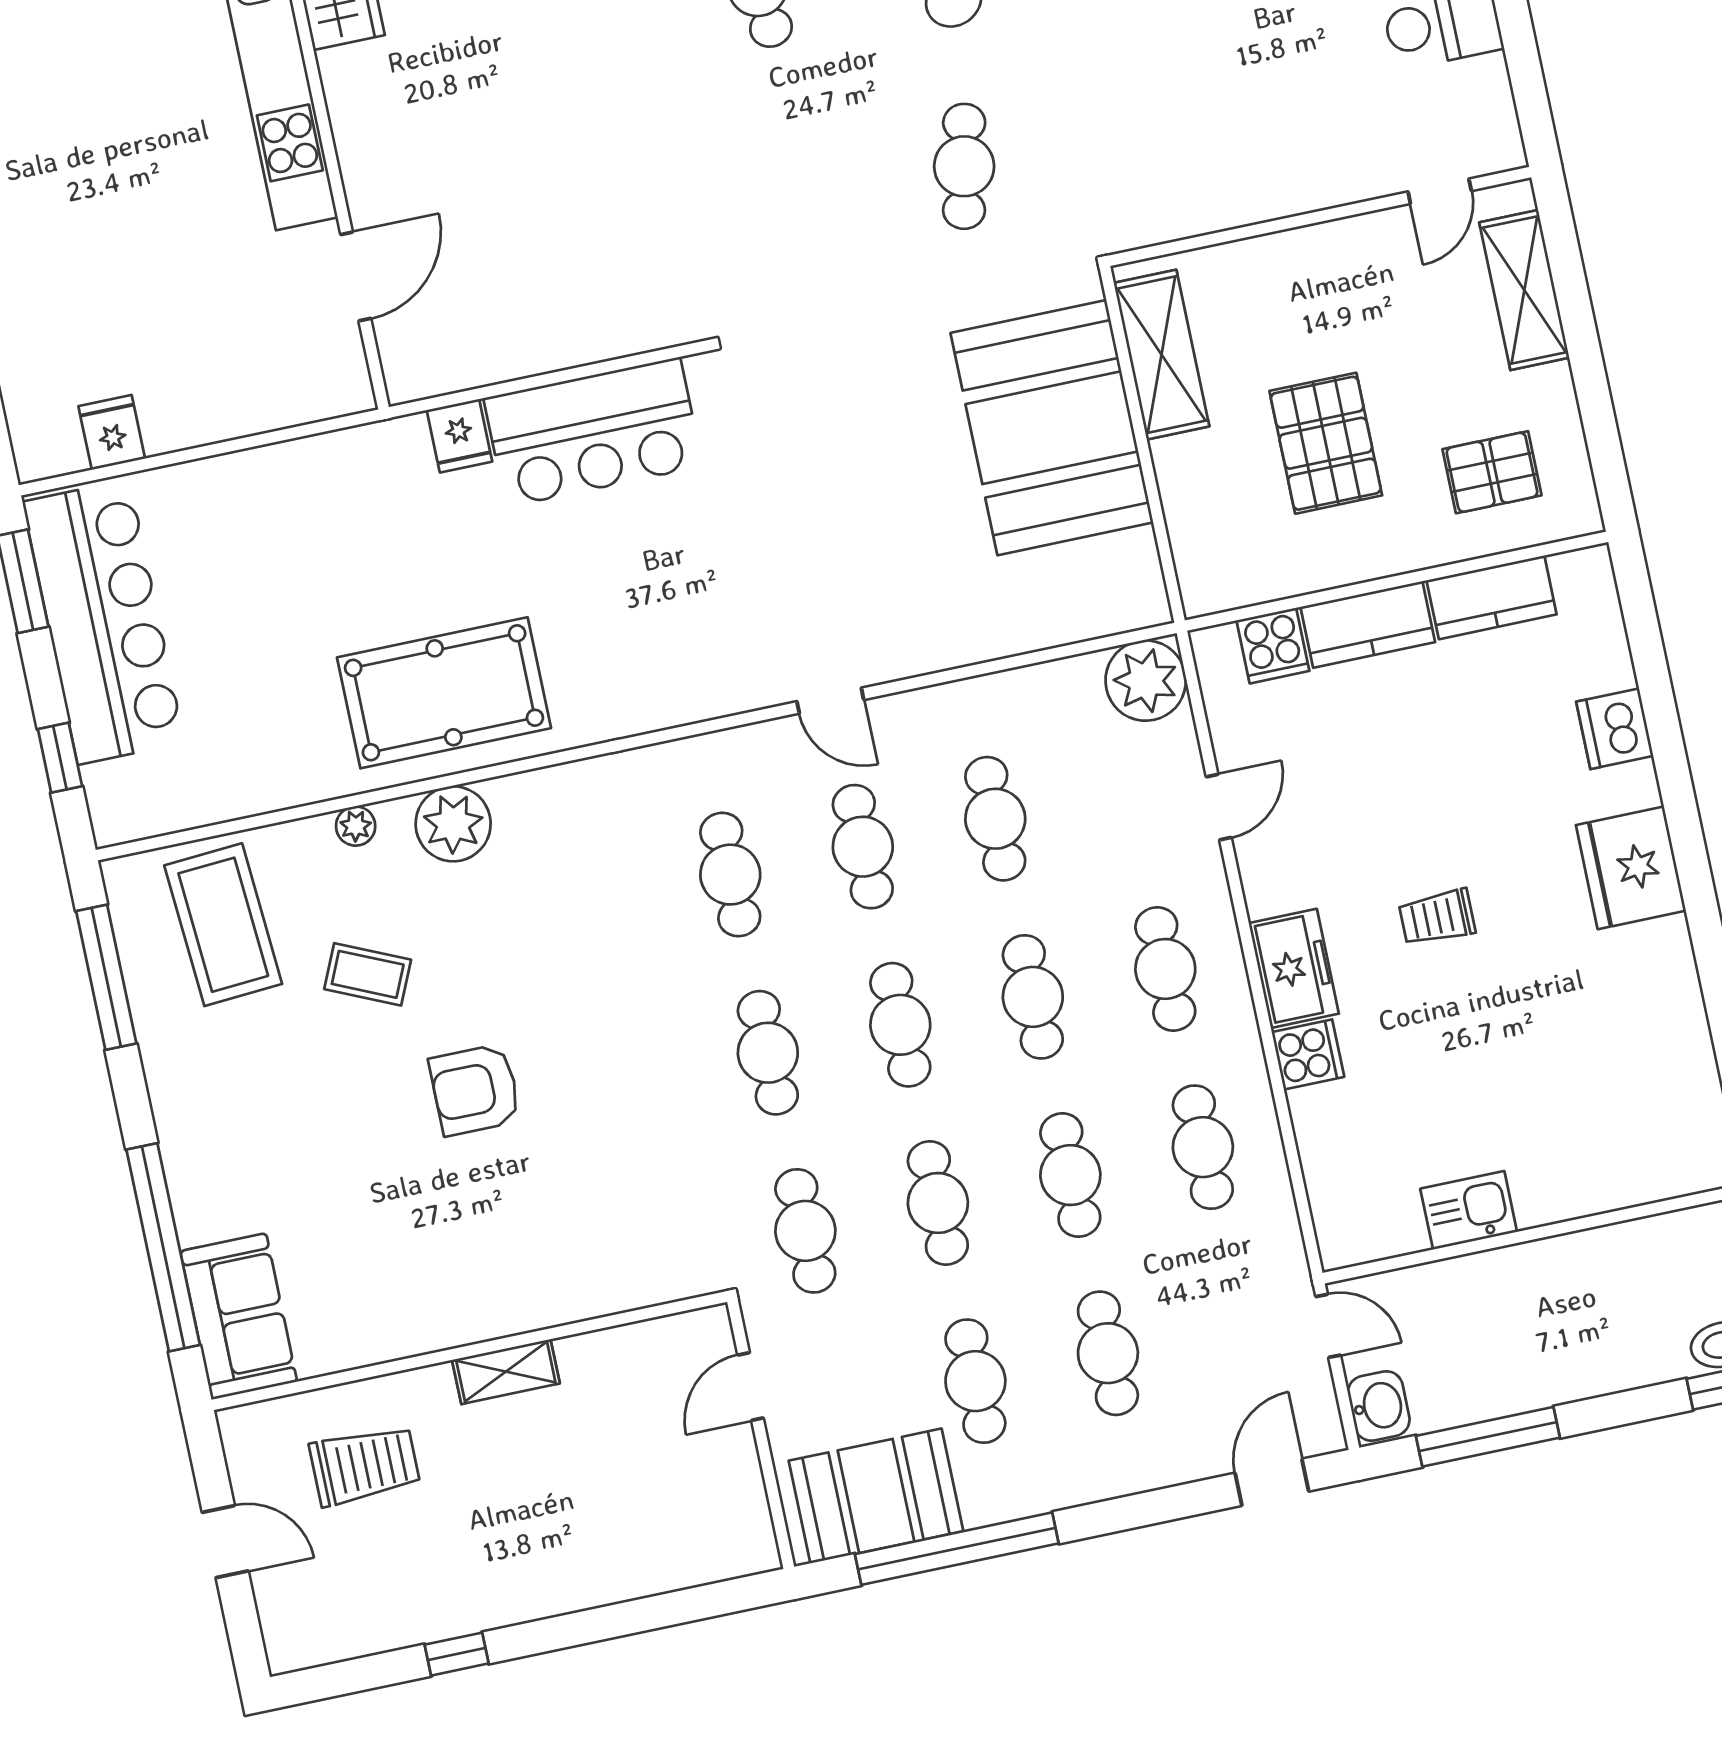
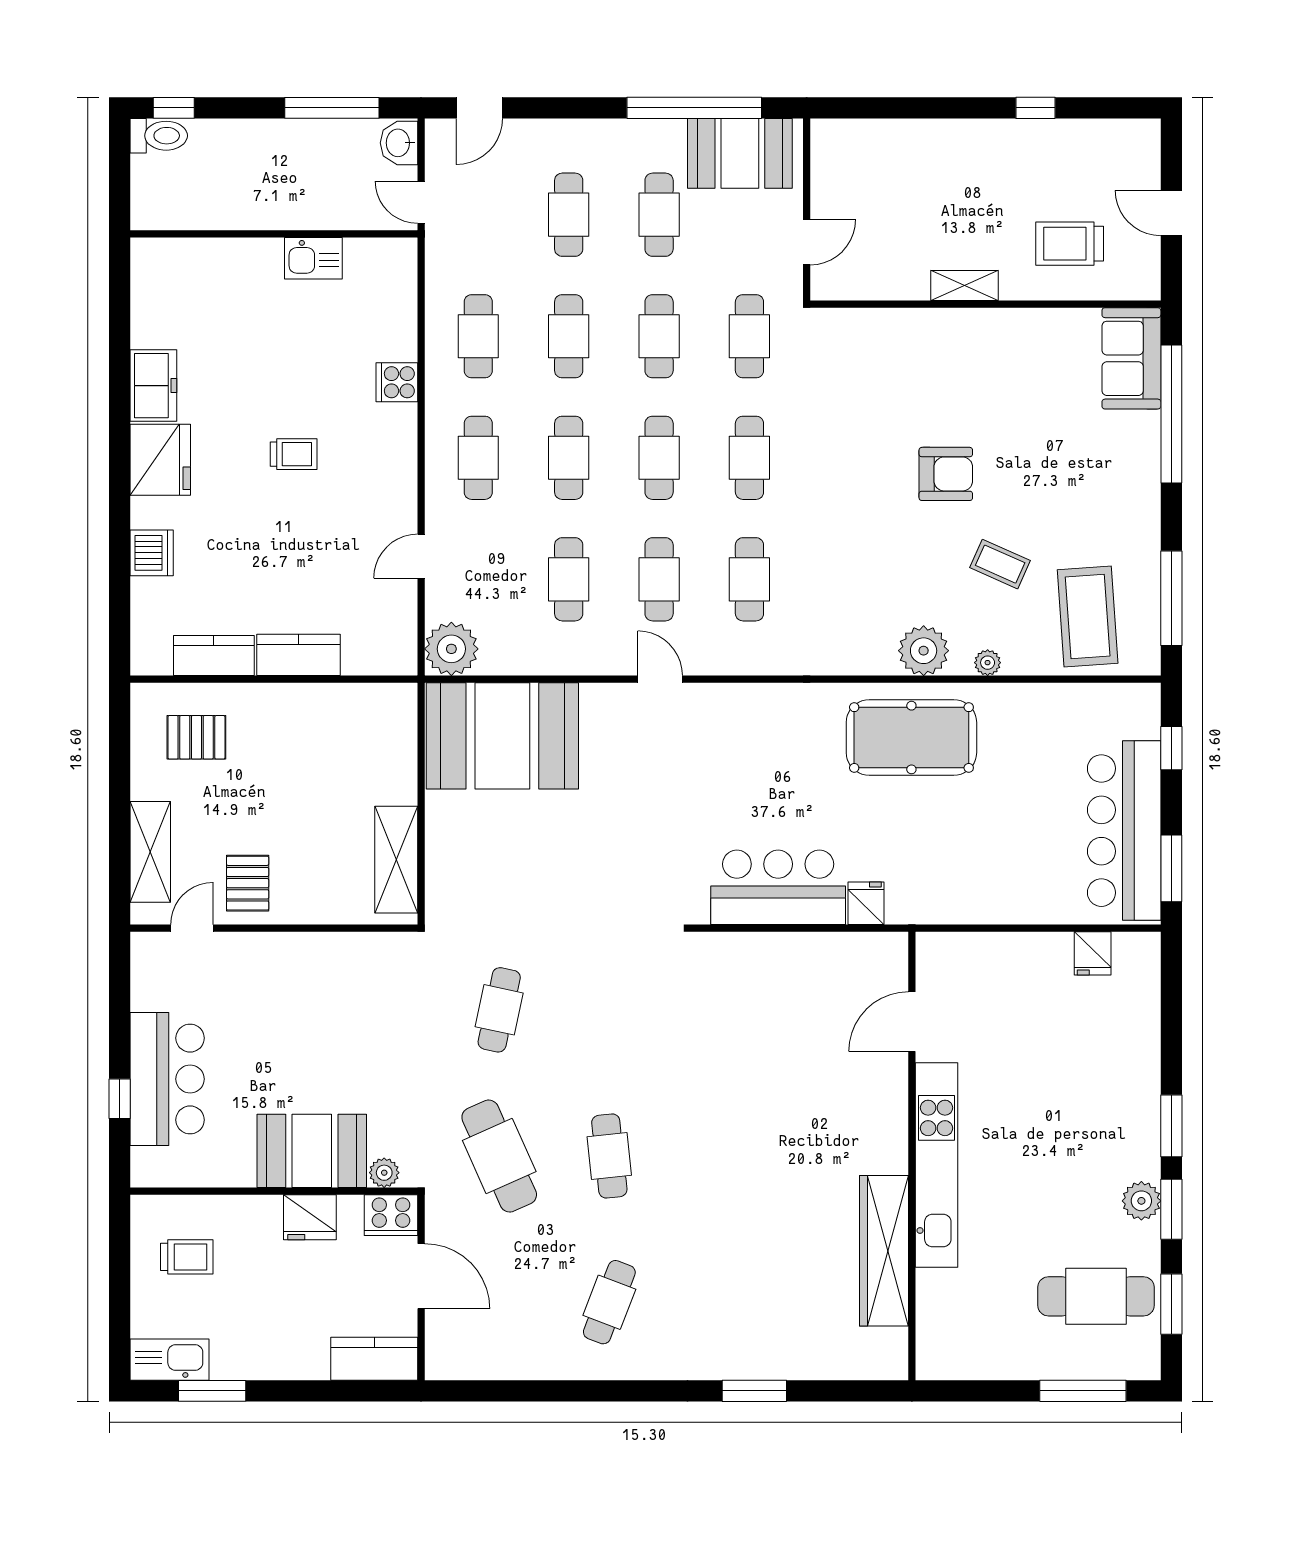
booth: (1052, 428) -> (502, 736), moved, turned 90
pallet: (1326, 443) -> (248, 883), moved, width x0.67, depth x0.71
cooker: (1273, 646) -> (363, 654), removed
freezer: (1294, 968) -> (153, 386), moved, turned 180

